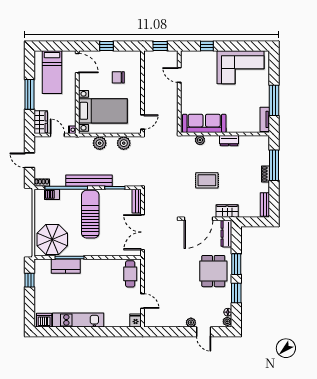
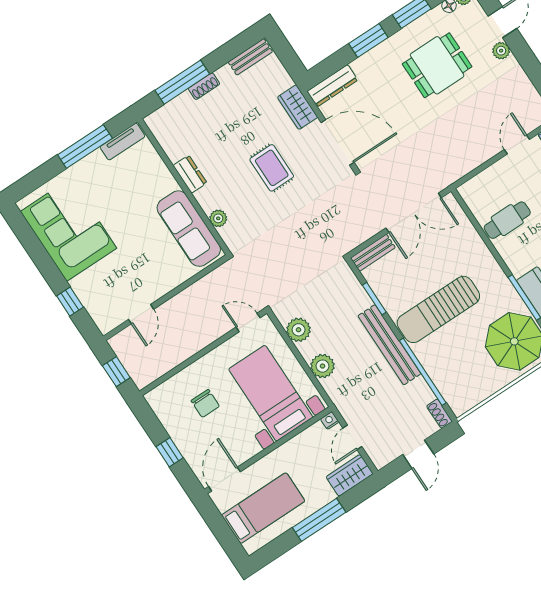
barbecue: (52, 194) -> (447, 386), removed
dining table: (213, 271) -> (437, 65), moved
cafe table: (130, 274) -> (507, 220), moved

